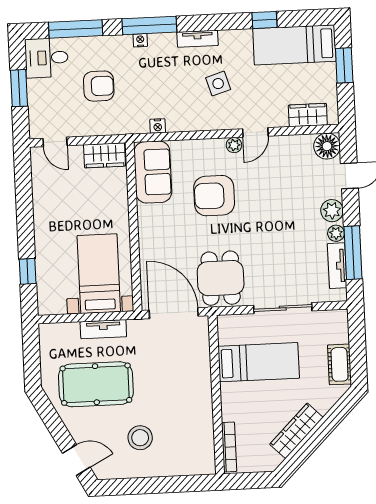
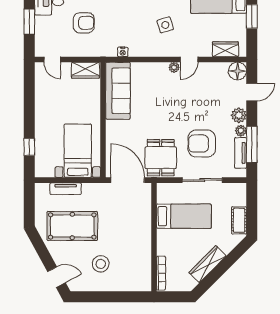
sofa: (153, 172) -> (118, 91), width x1.36
armchair: (214, 196) -> (202, 144), moved
tv unit: (103, 329) -> (66, 189), moved

